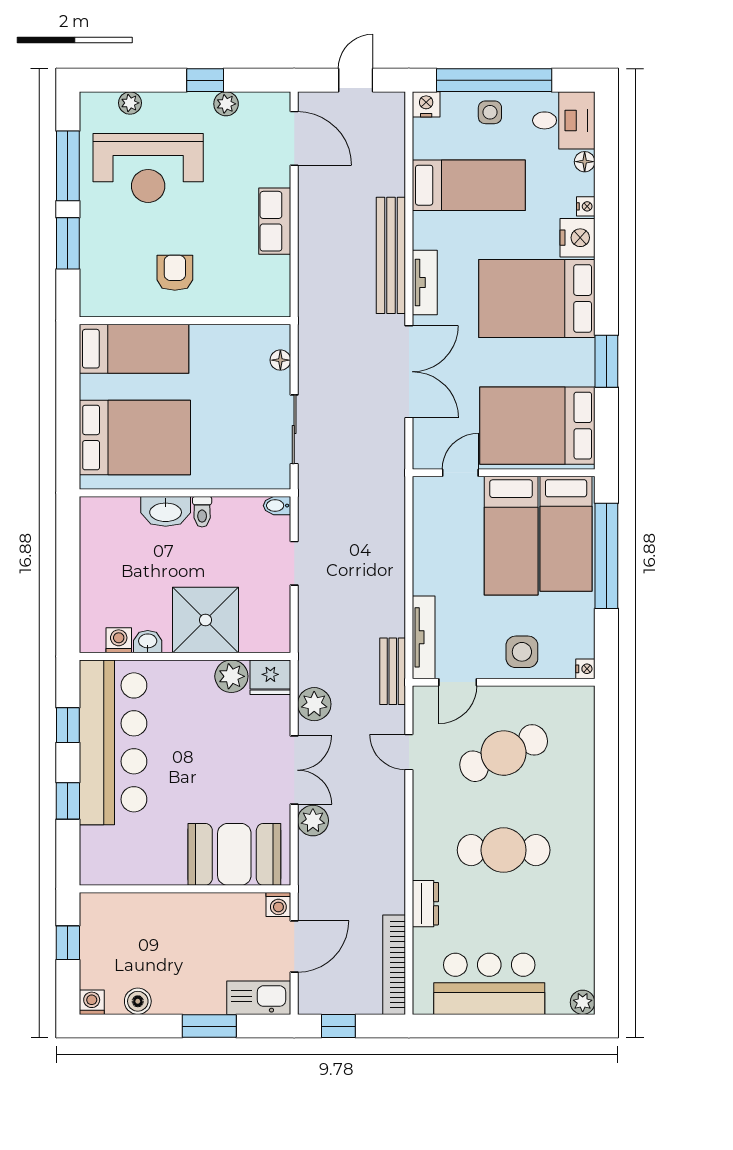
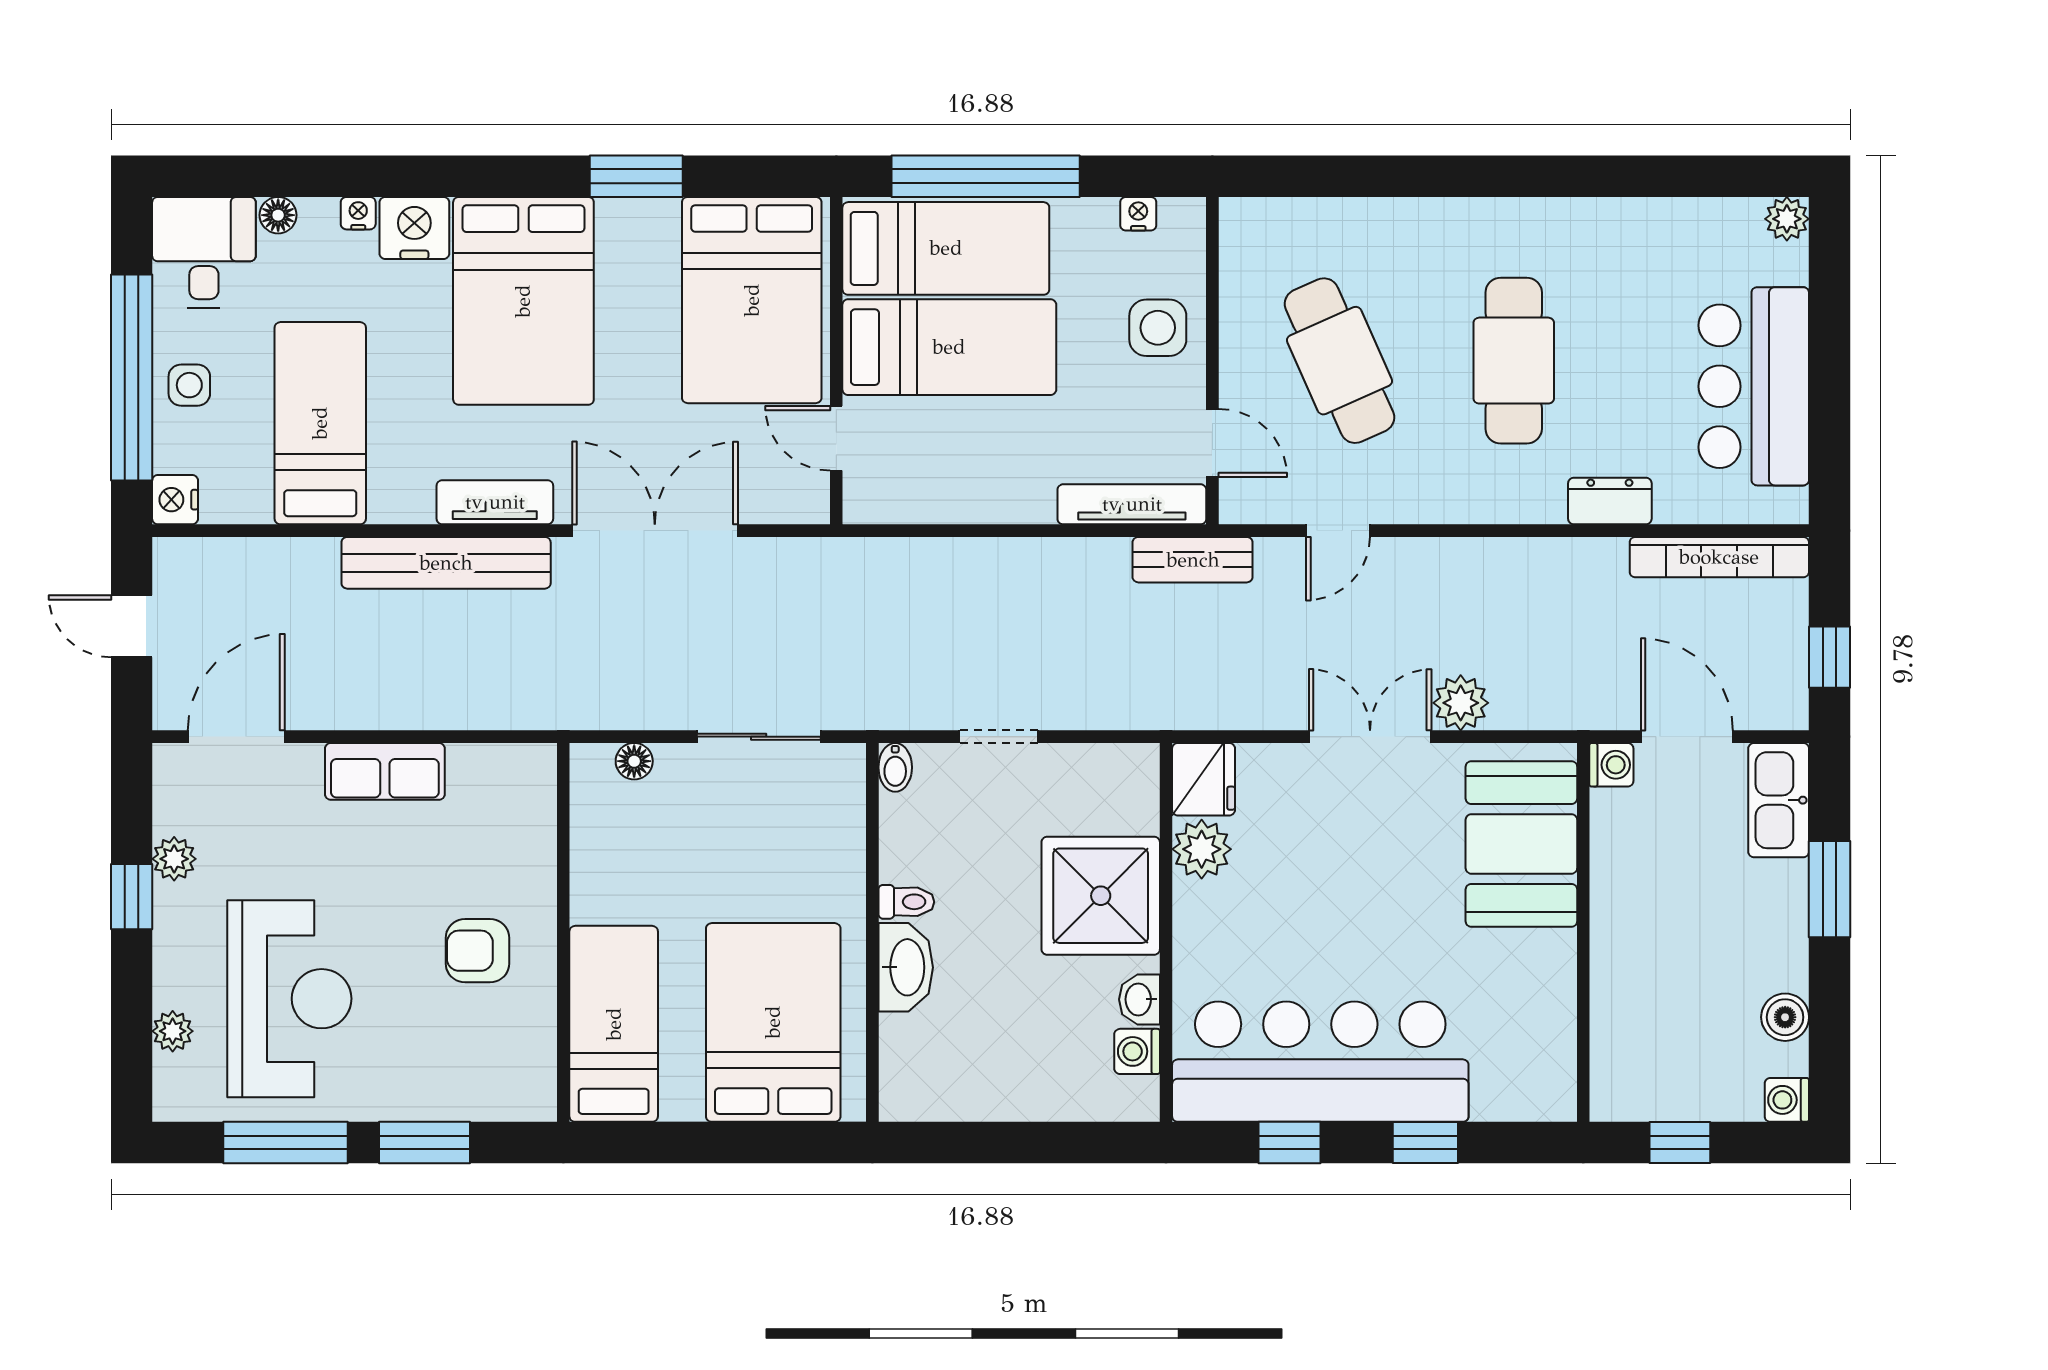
nightstand: (585, 669) -> (1138, 214), moved
plant: (314, 704) -> (1252, 701), removed

